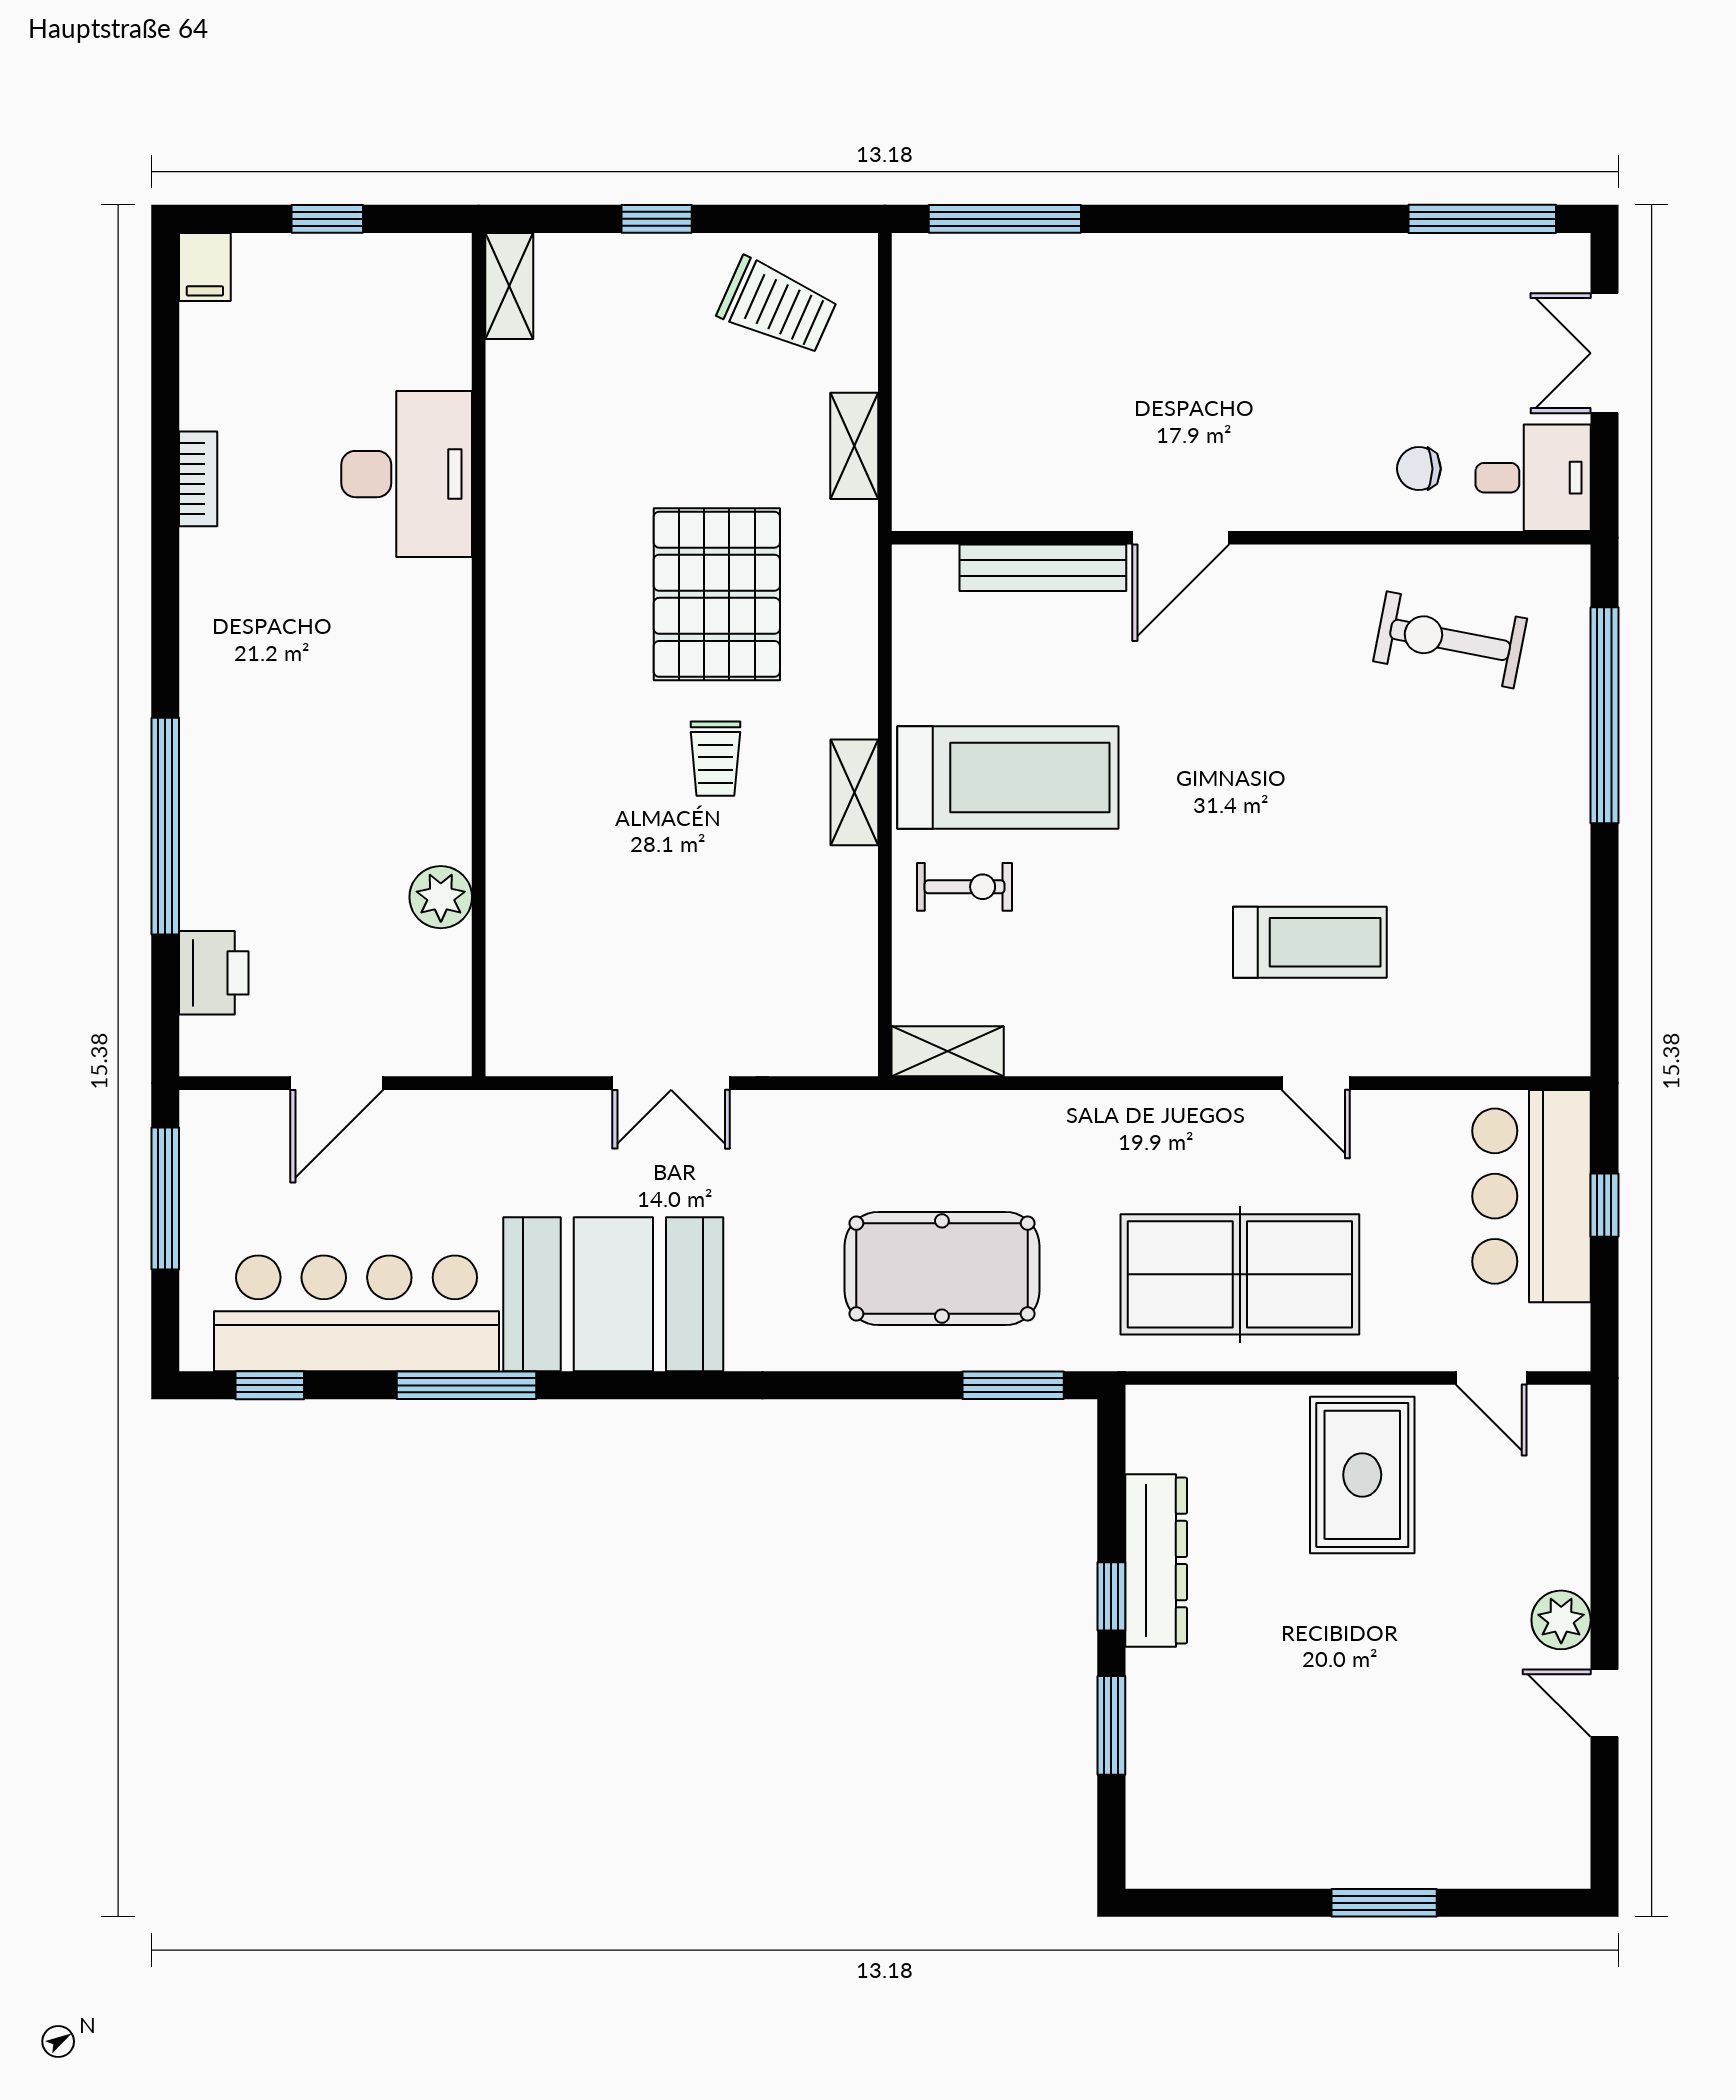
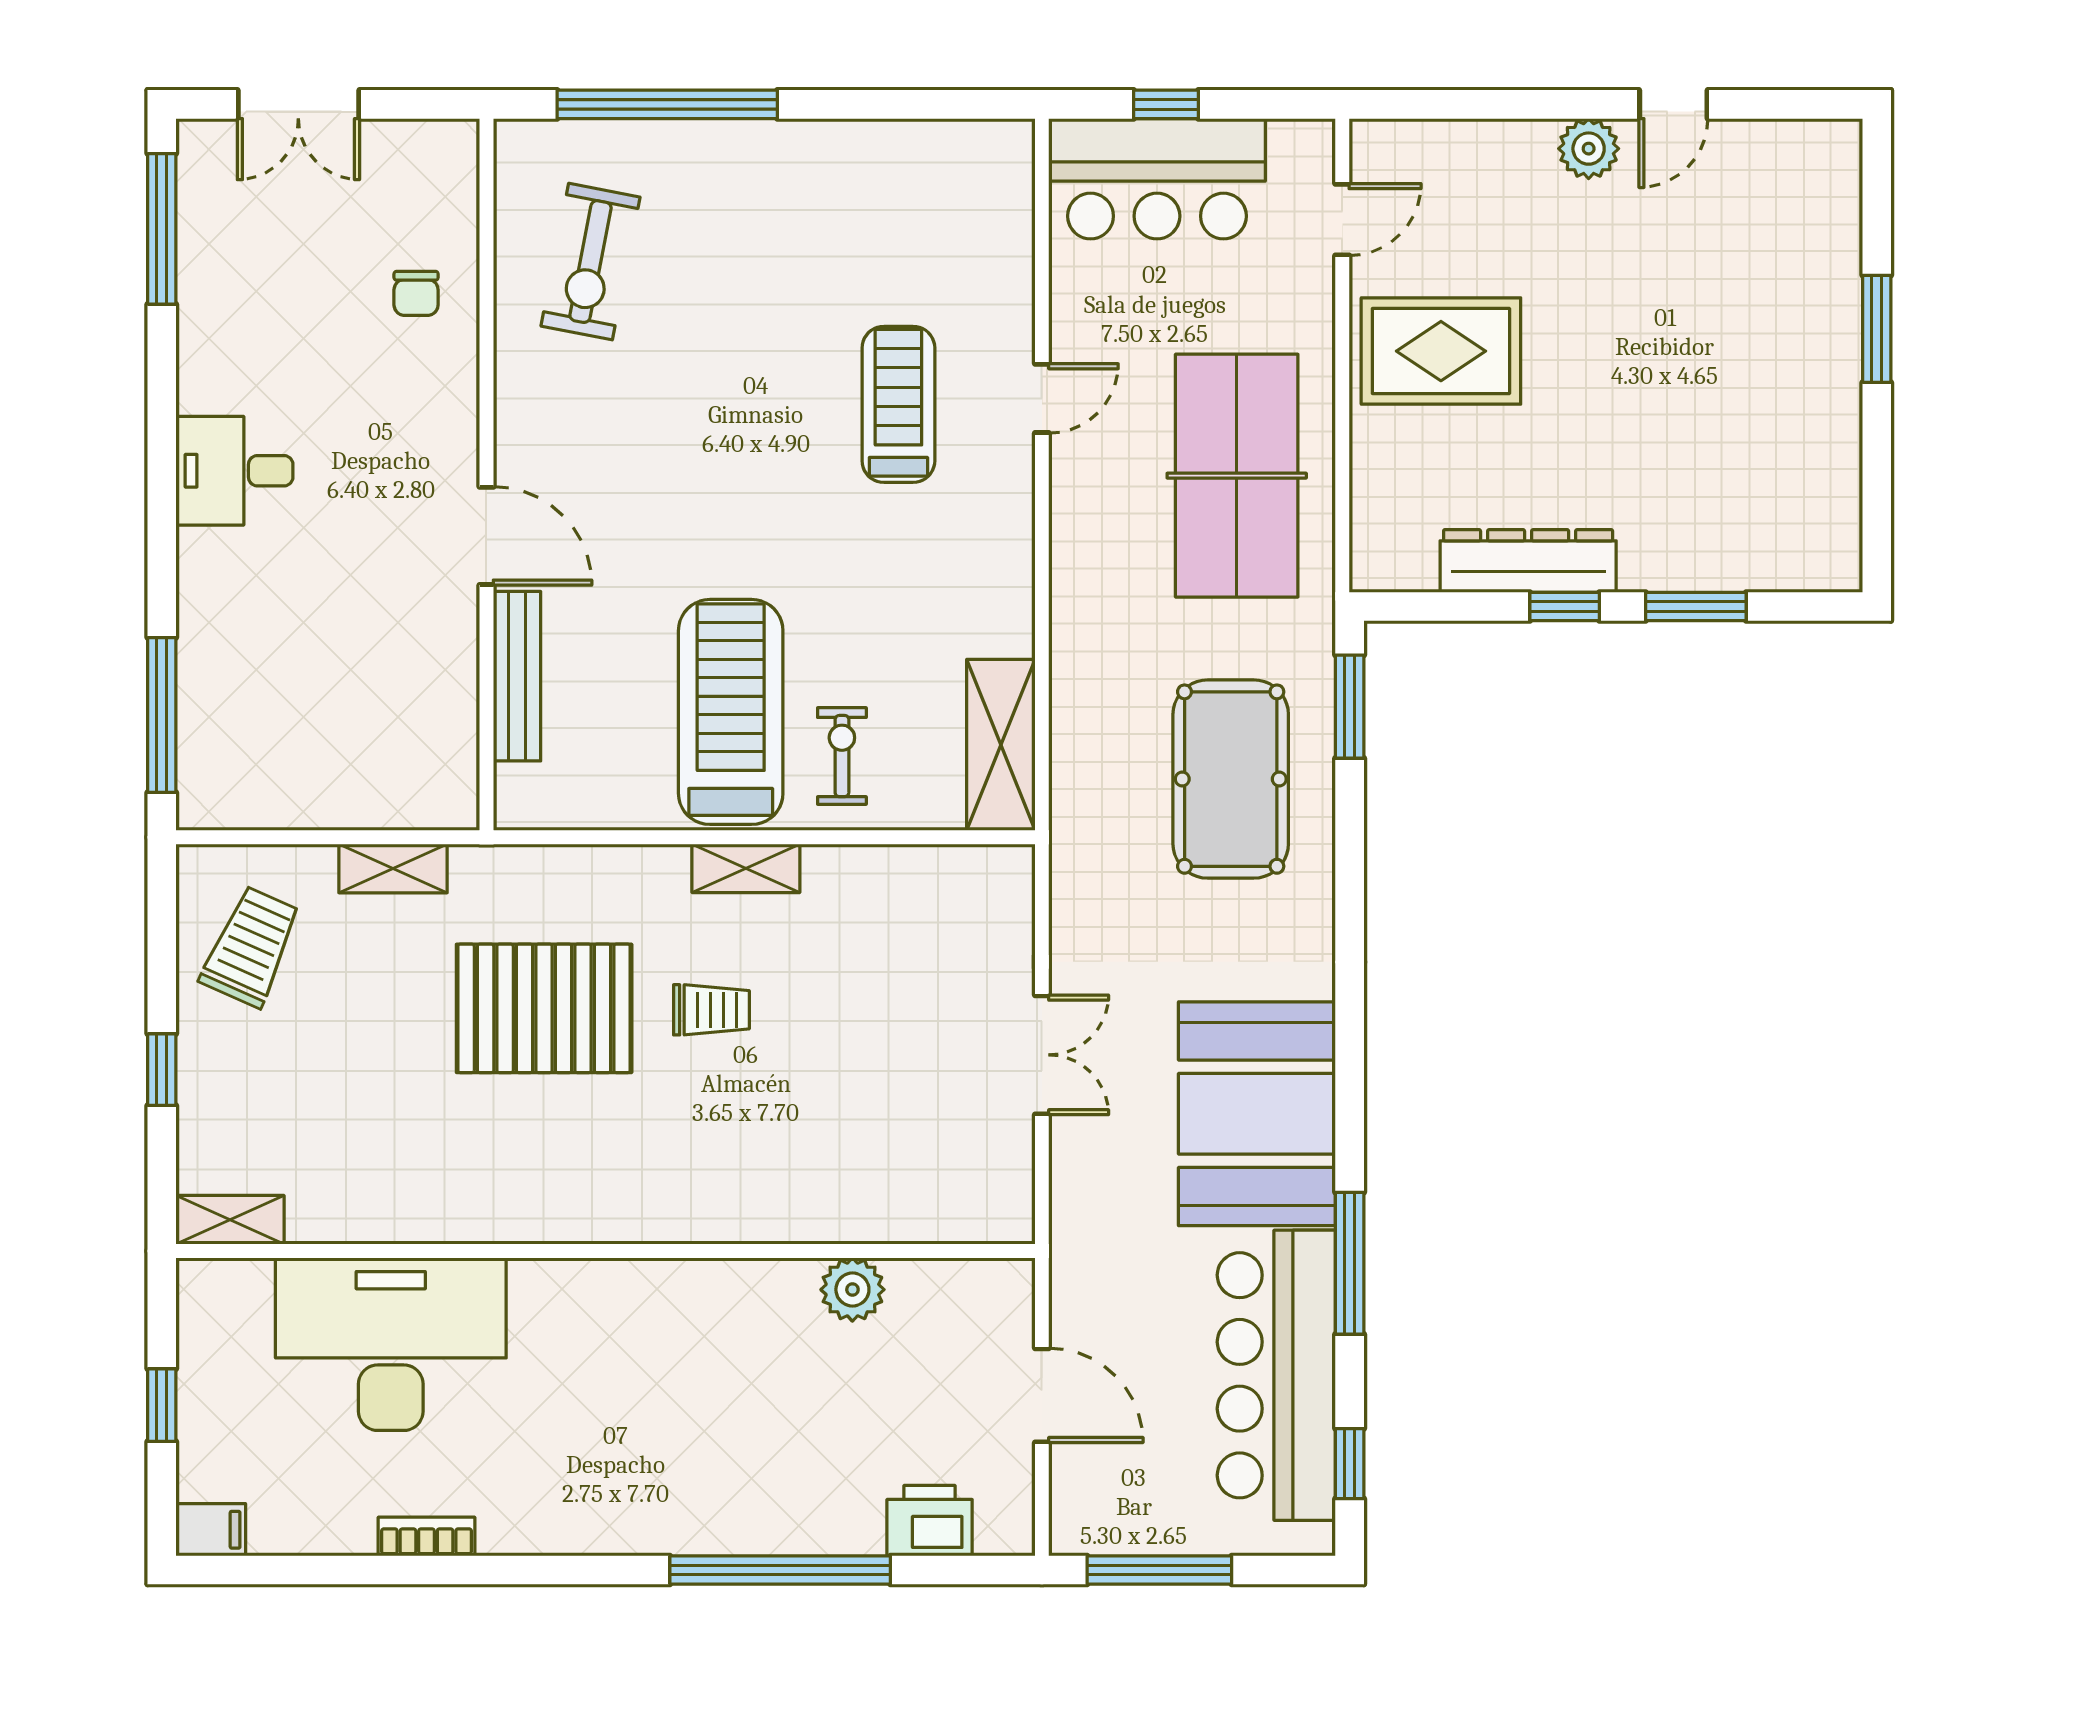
desk: (407, 474) -> (391, 1344), width x1.36, depth x1.30
desk: (1533, 478) -> (234, 471), moved, turned -90
shelving: (948, 1051) -> (1001, 745), width x1.50, depth x1.33

